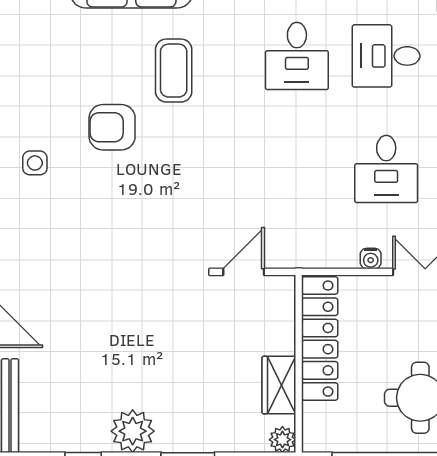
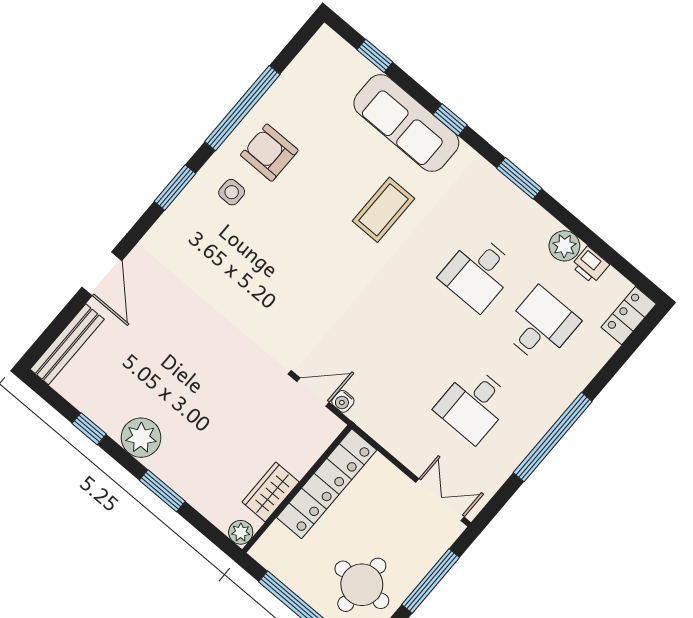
desk: (386, 56) -> (541, 326), turned 90
armchair: (112, 127) -> (269, 153), moved
water cooler: (371, 259) -> (343, 401), moved

